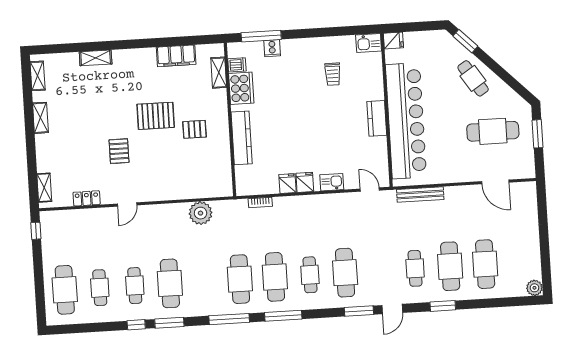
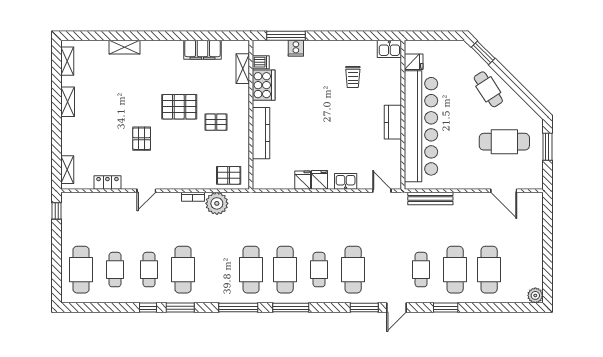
fridge: (393, 41) -> (414, 62), moved
pallet: (211, 183) -> (229, 175), added
bookcase: (260, 203) -> (193, 197), moved

